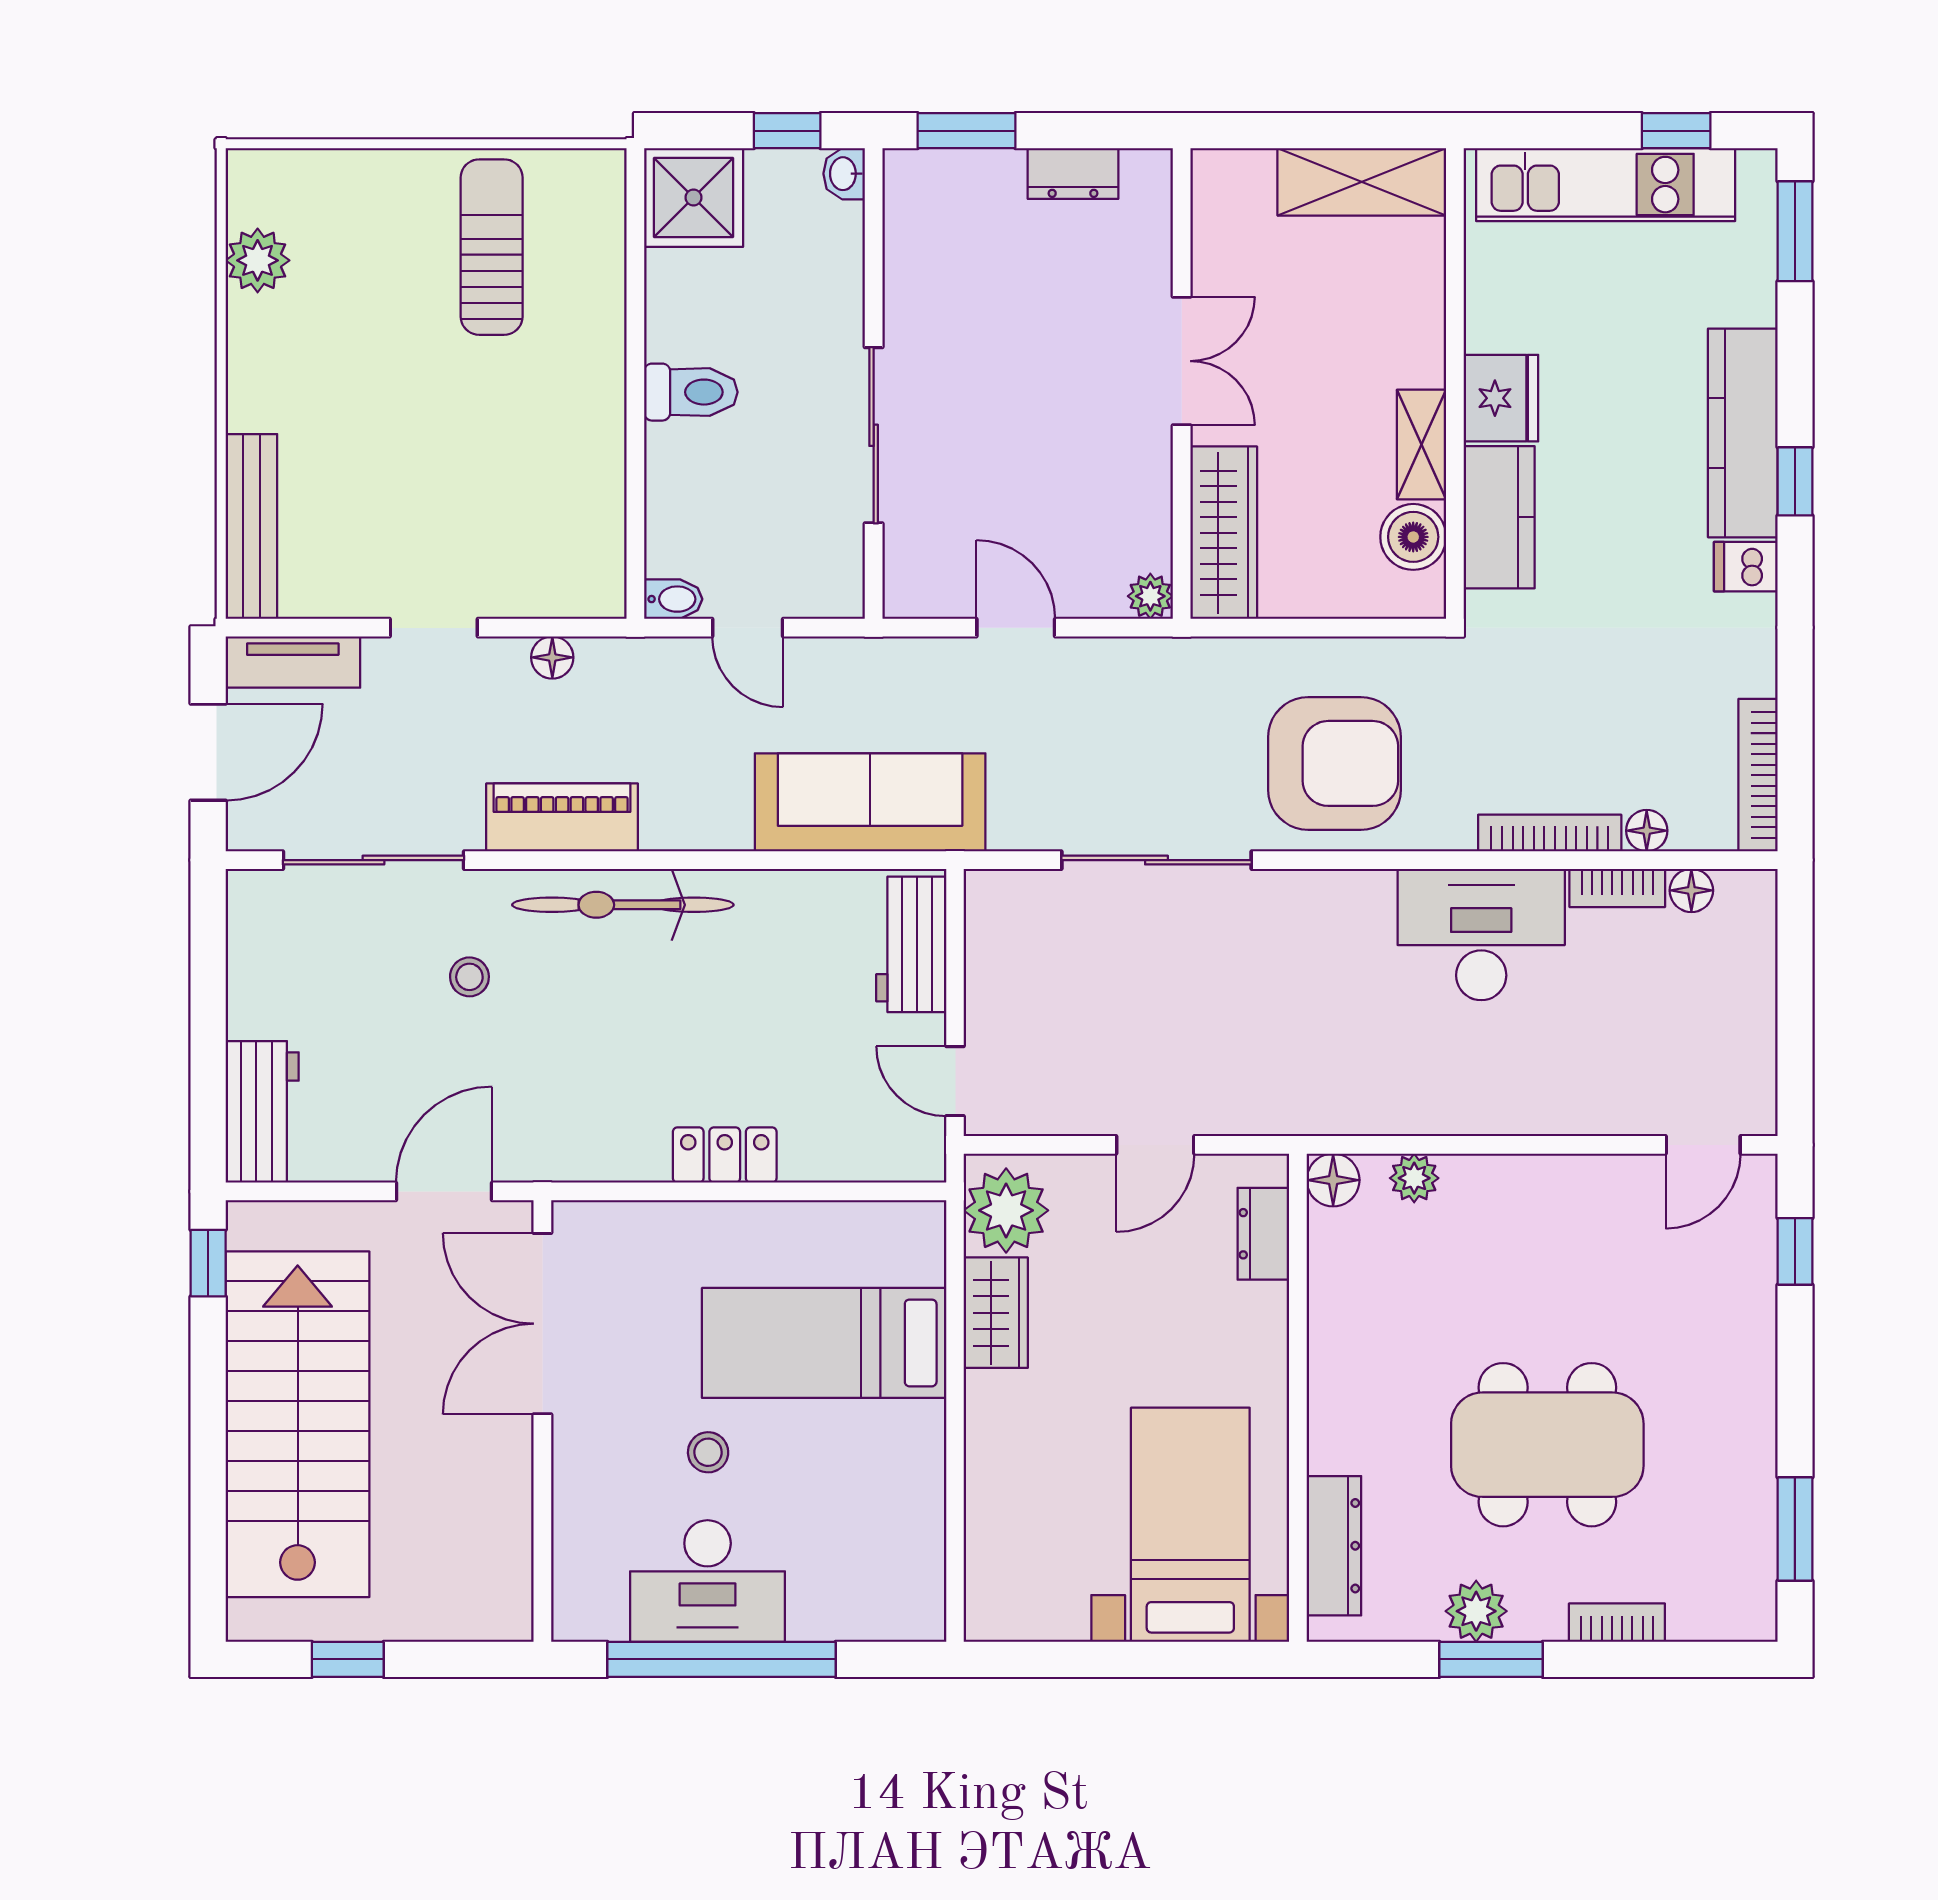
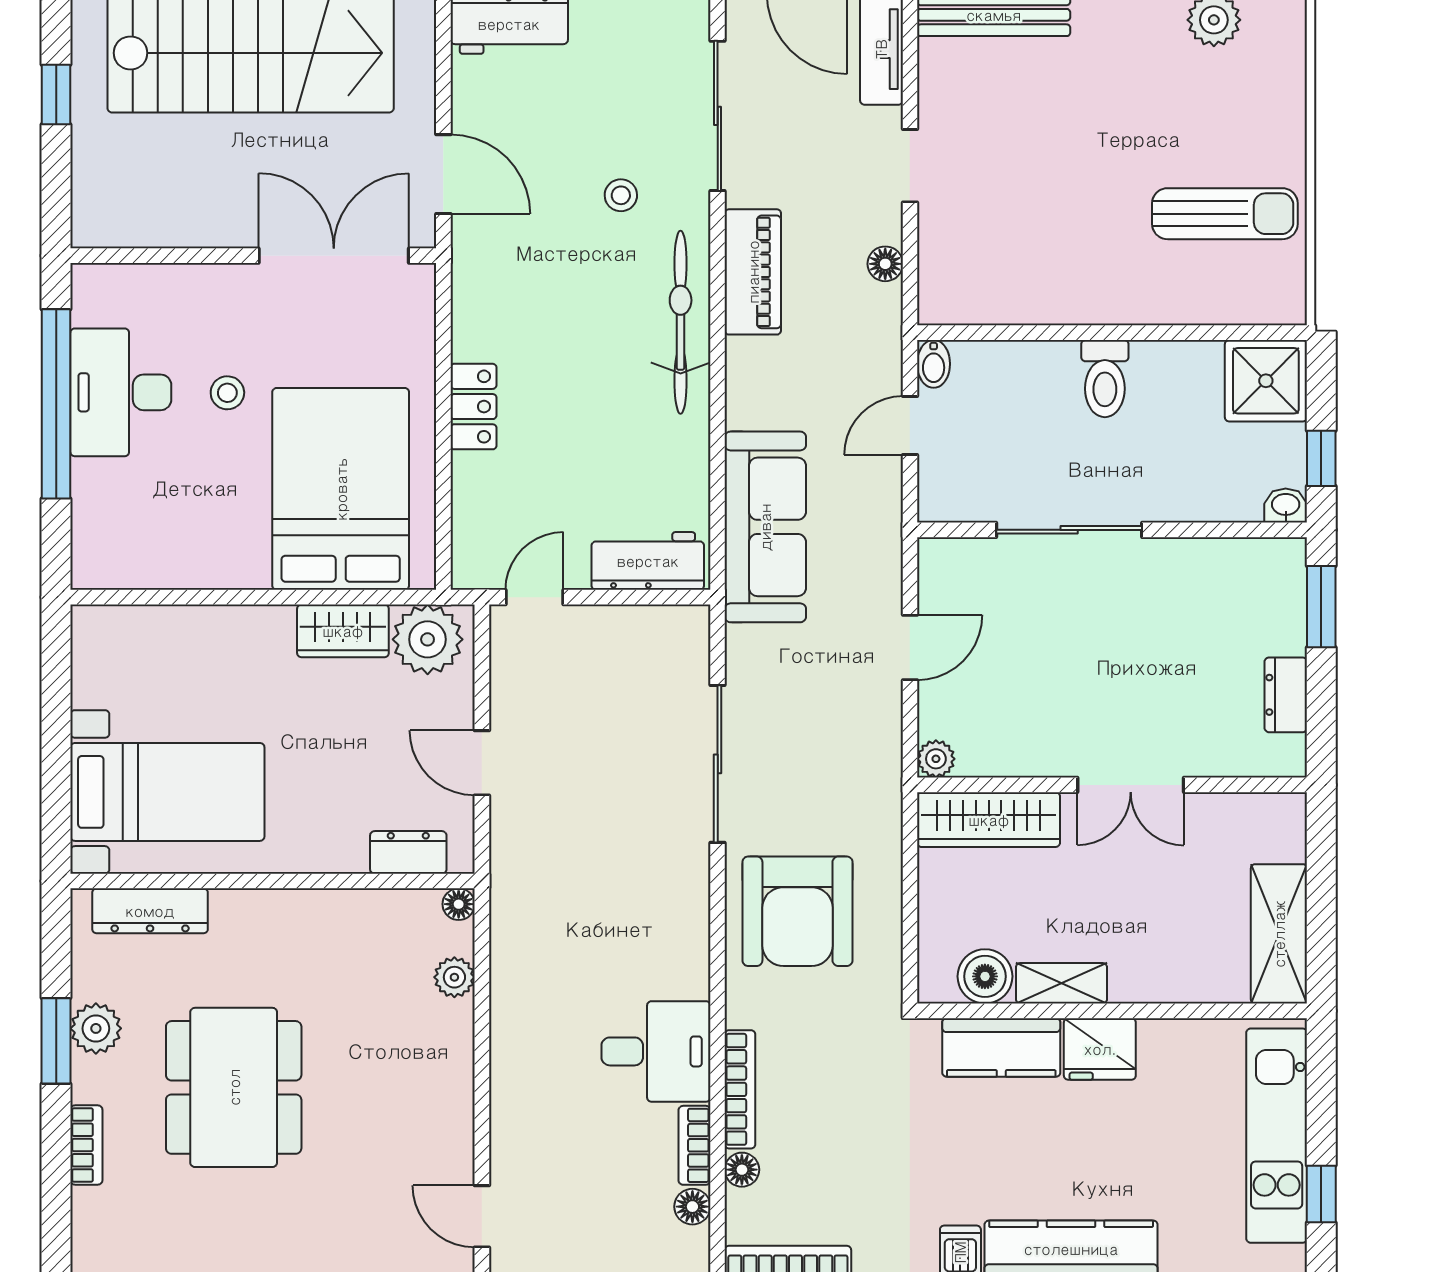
desk: (1481, 935) -> (656, 1051), width x0.73
floor lamp: (1333, 1180) -> (459, 904), width x0.73, depth x0.73
bed: (824, 1343) -> (341, 489), width x1.50

